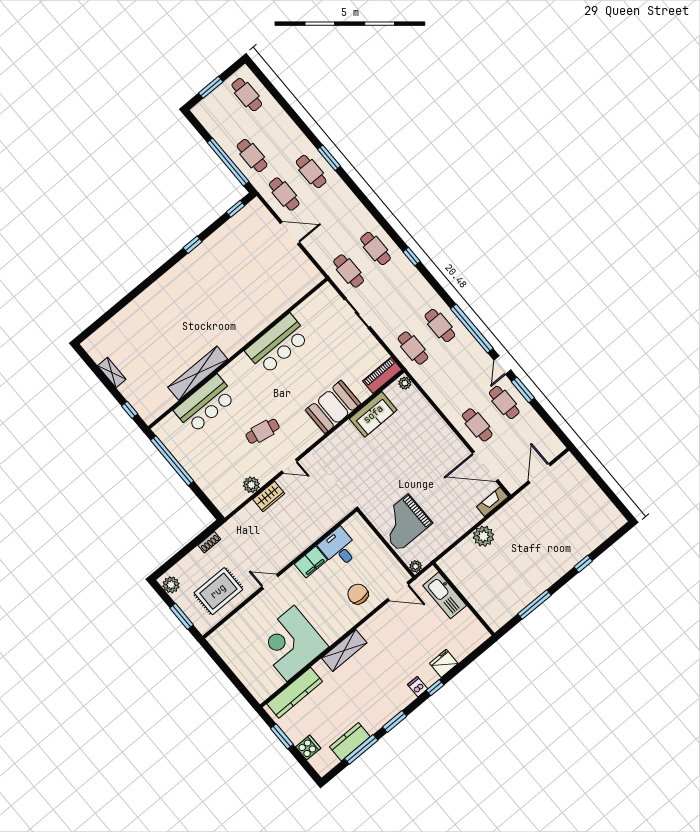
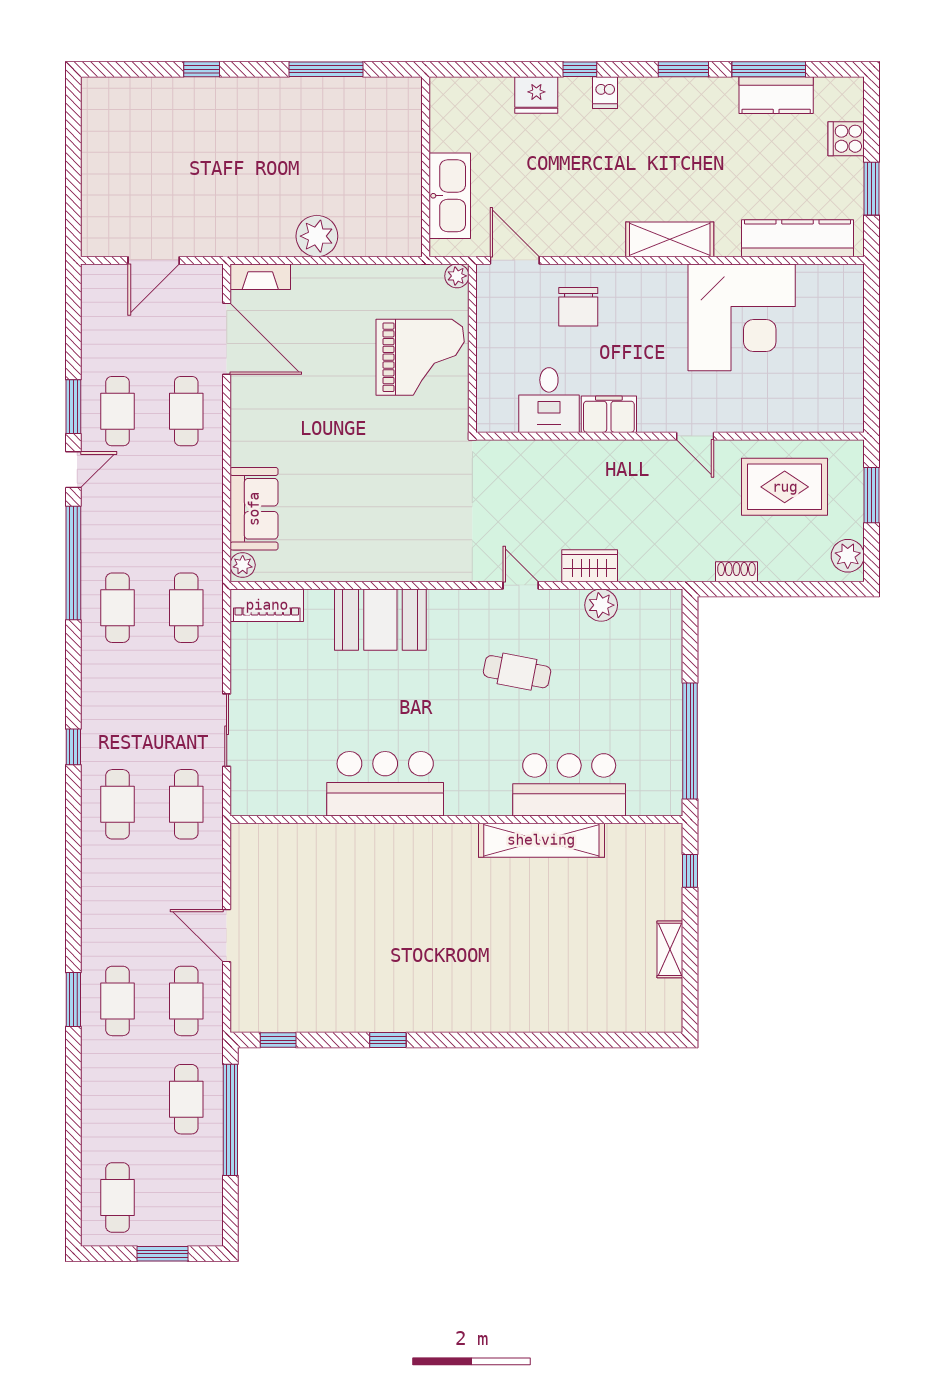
sofa: (373, 414) -> (254, 509), moved, turned 90

